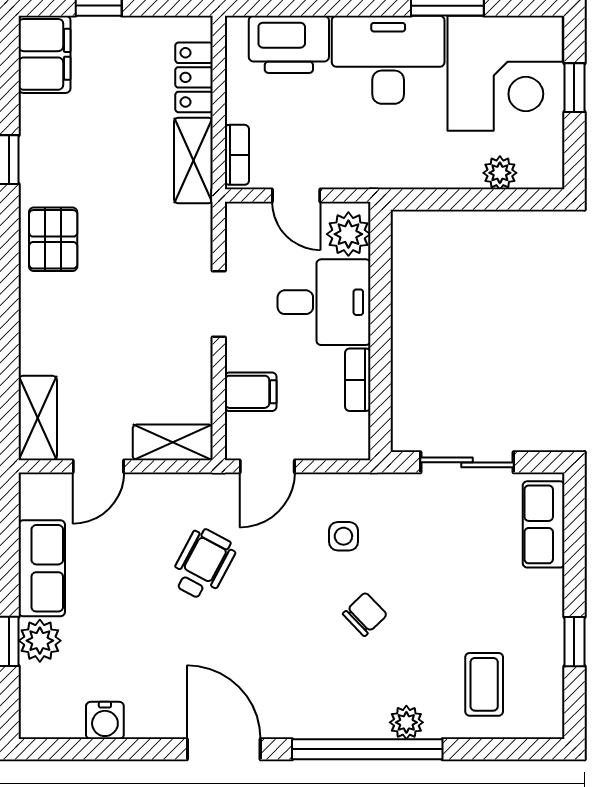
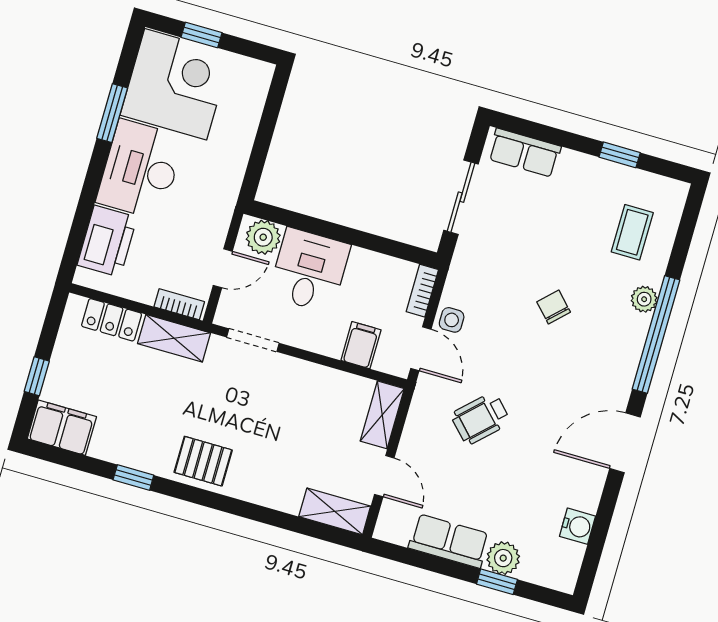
plant: (500, 173) -> (250, 110), removed
doorway: (219, 304) -> (253, 340), moved
bookcase: (358, 380) -> (422, 291), moved, turned 90
side table: (343, 536) -> (452, 320), moved
wheelchair: (203, 564) -> (481, 418), turned -72
coffee table: (484, 684) -> (632, 232), turned 90

